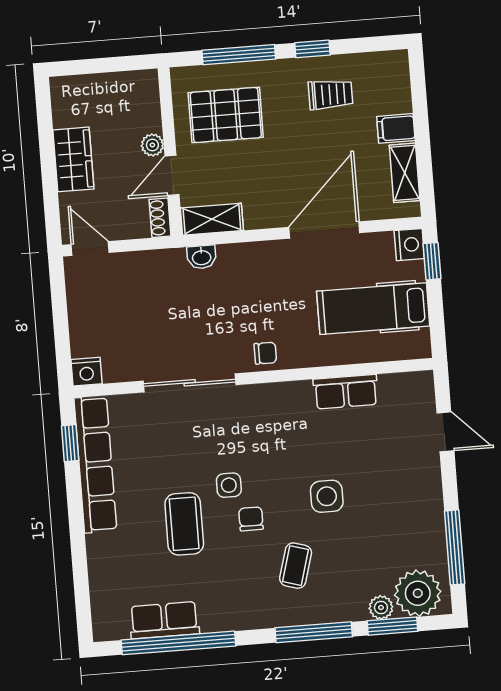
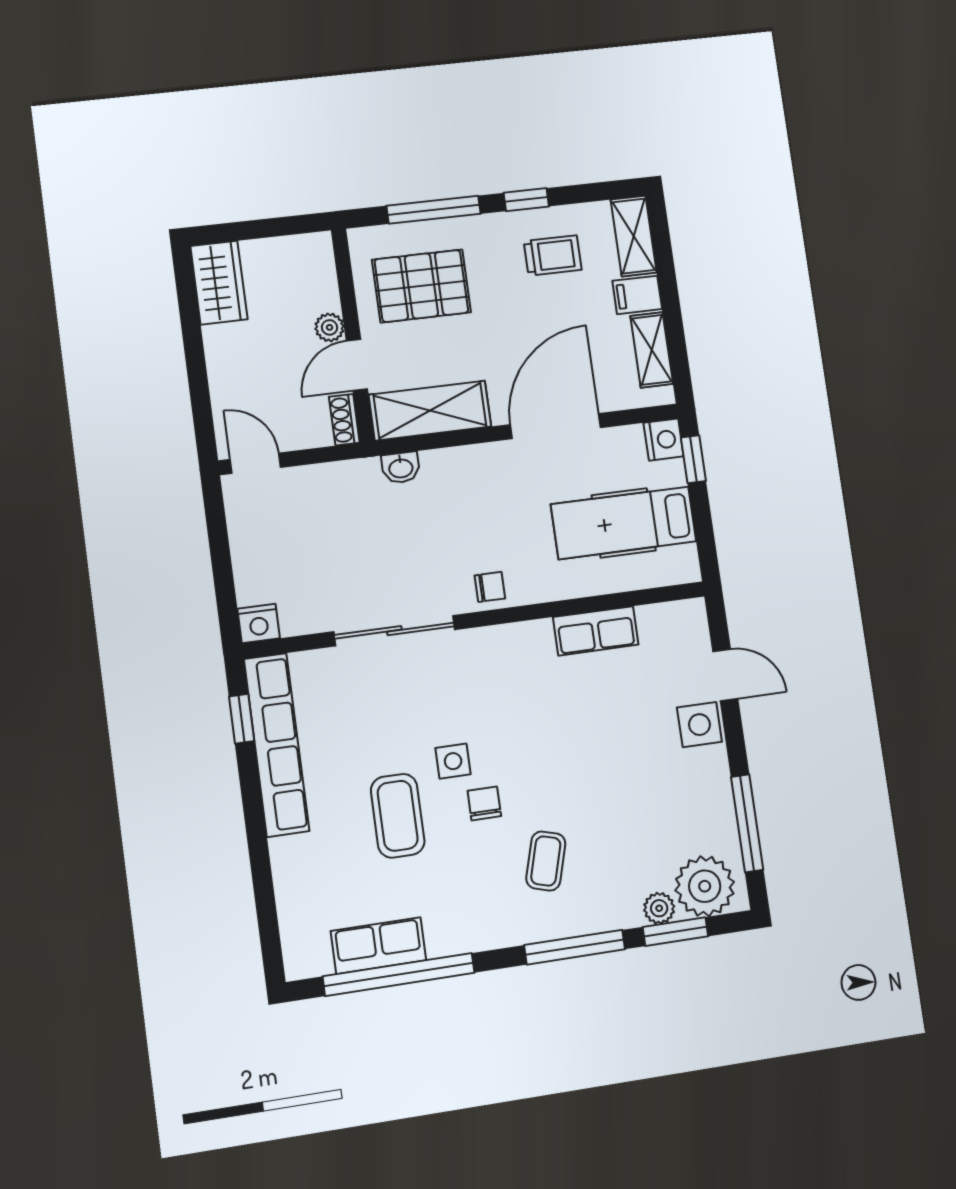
shelving: (396, 81) -> (634, 236), added
wardrobe: (73, 159) -> (219, 283), moved
shelving: (212, 219) -> (430, 411), width x1.50, depth x1.33
side table: (327, 496) -> (699, 725), moved

